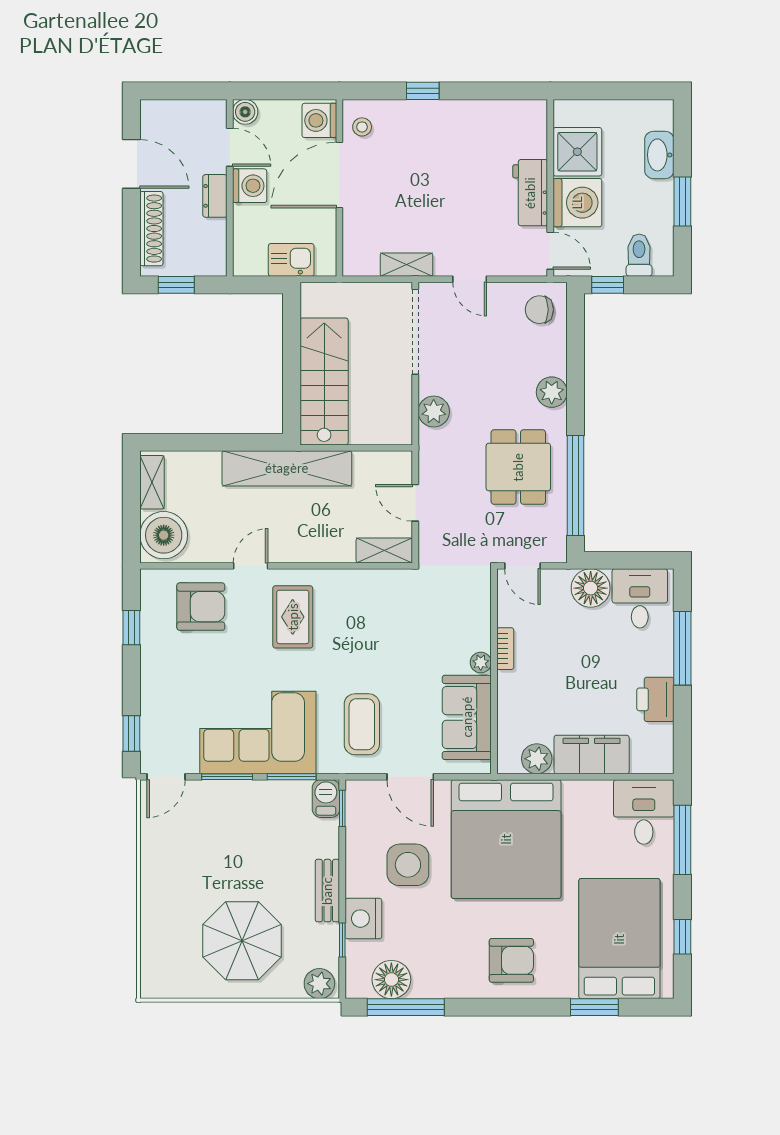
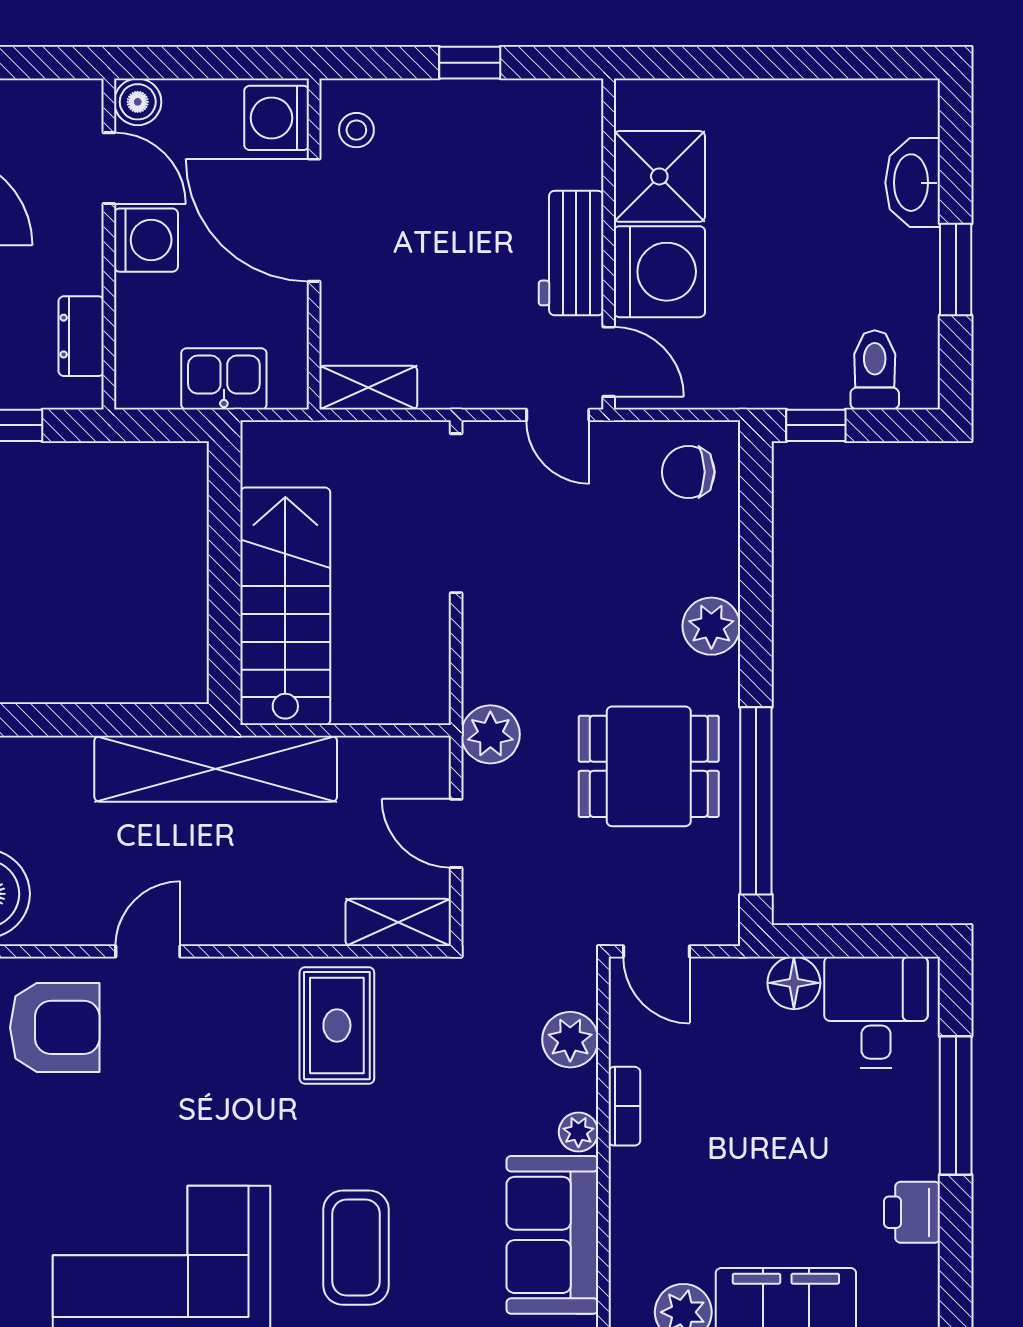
shower: (577, 152) -> (659, 176), moved
door: (339, 175) -> (314, 220), hinge flipped
wall: (550, 188) -> (609, 244), moved
workbench: (530, 193) -> (571, 253), moved
dresser: (215, 196) -> (81, 336), moved
washing machine: (577, 203) -> (659, 272), moved
door: (550, 251) -> (609, 362), moved
shelving: (406, 265) -> (368, 388), moved
plant: (434, 412) -> (490, 734), moved
dining table: (518, 467) -> (649, 766), turned 90
floor lamp: (591, 588) -> (794, 983), width x0.73, depth x0.73
plant: (476, 613) -> (570, 1040), added
rug: (293, 617) -> (337, 1026), moved
printer: (655, 699) -> (912, 1212), width x0.73, depth x0.81

